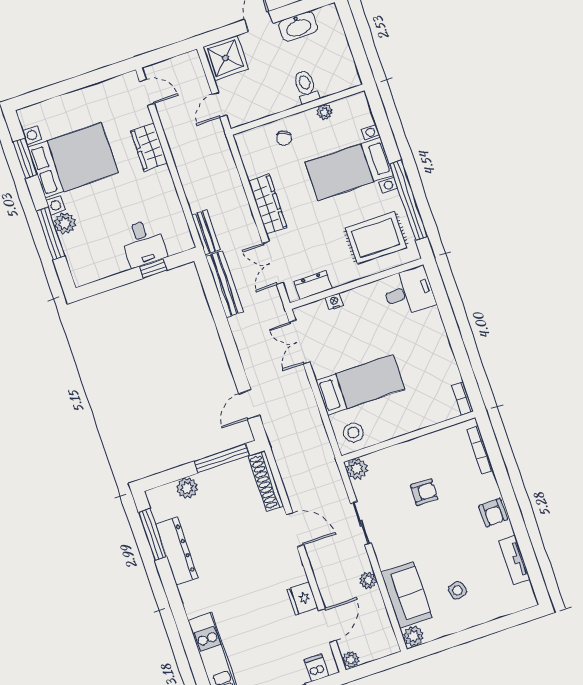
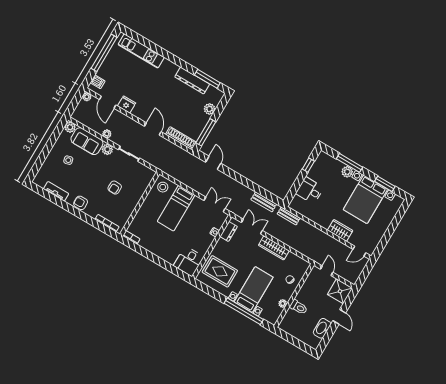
window: (408, 200) -> (244, 311), moved
rug: (376, 238) -> (220, 271), turned 90
window: (153, 268) -> (308, 165), moved
bench: (224, 284) -> (264, 202), width x0.73
plant: (357, 469) -> (107, 149), moved
door: (295, 530) -> (153, 129), swing flipped

